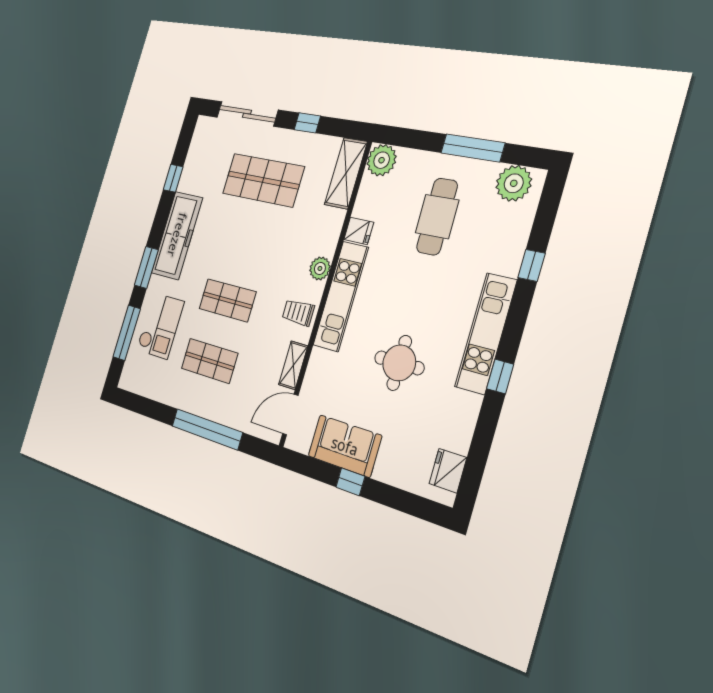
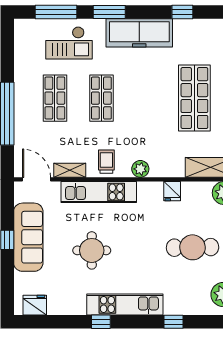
kitchen unit: (341, 296) -> (99, 192), moved
sofa: (345, 446) -> (28, 237), width x1.36

